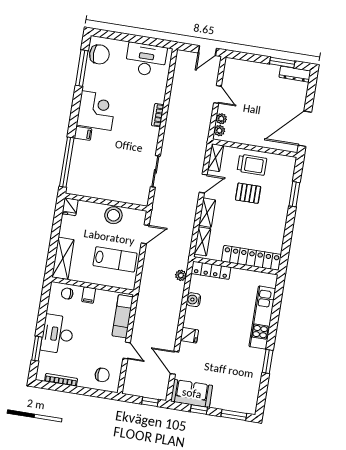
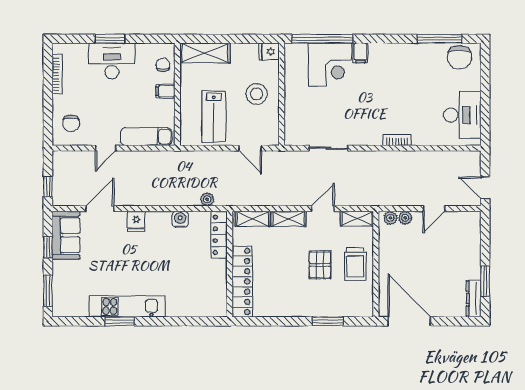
corner desk: (96, 110) -> (330, 65), moved
door: (203, 184) -> (323, 209), swing flipped
stool: (113, 215) -> (257, 94), moved
kitchen unit: (262, 318) -> (127, 306), moved
window: (37, 349) -> (110, 39), moved

